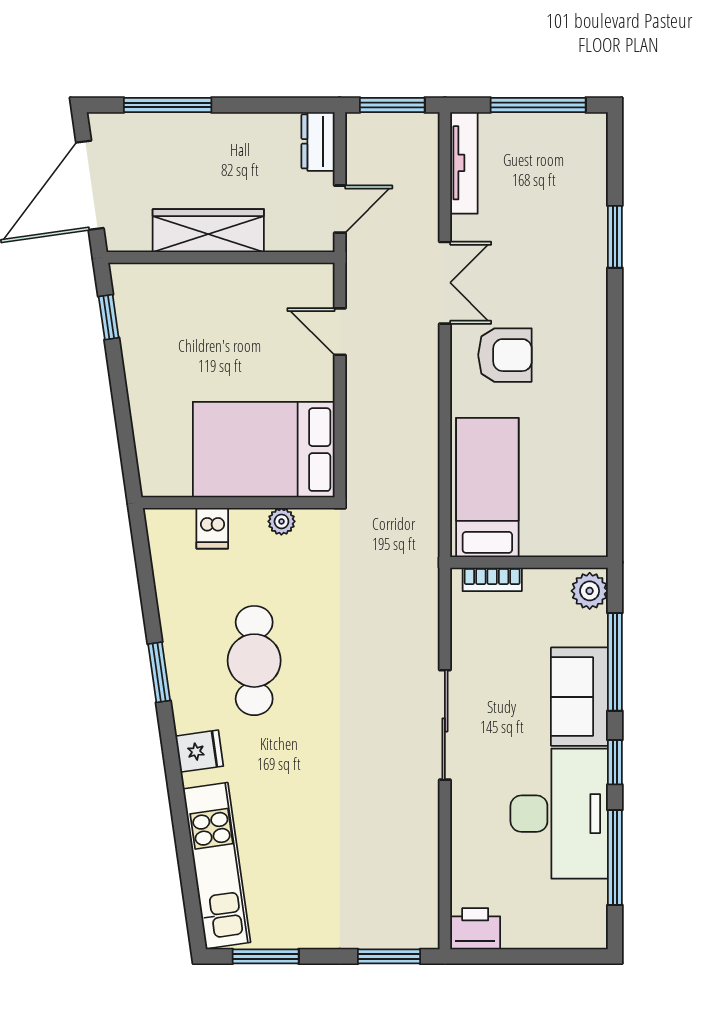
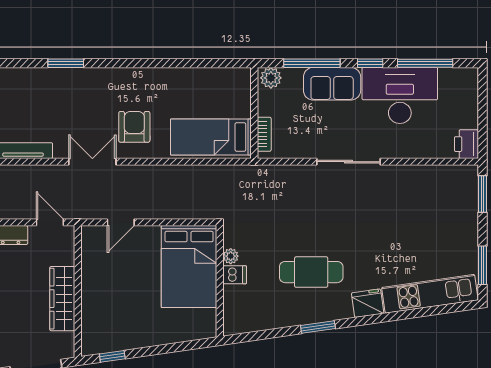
dishwasher: (212, 528) -> (235, 275), moved
fridge: (199, 751) -> (368, 303), width x1.38

